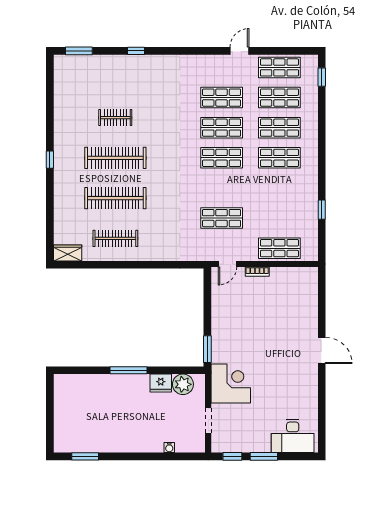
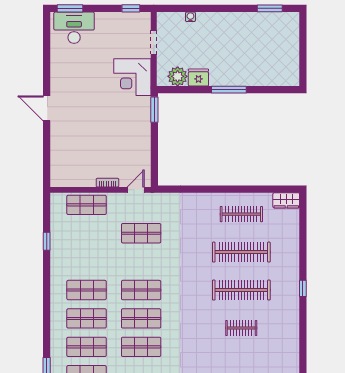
window: (264, 456) -> (70, 8), moved

